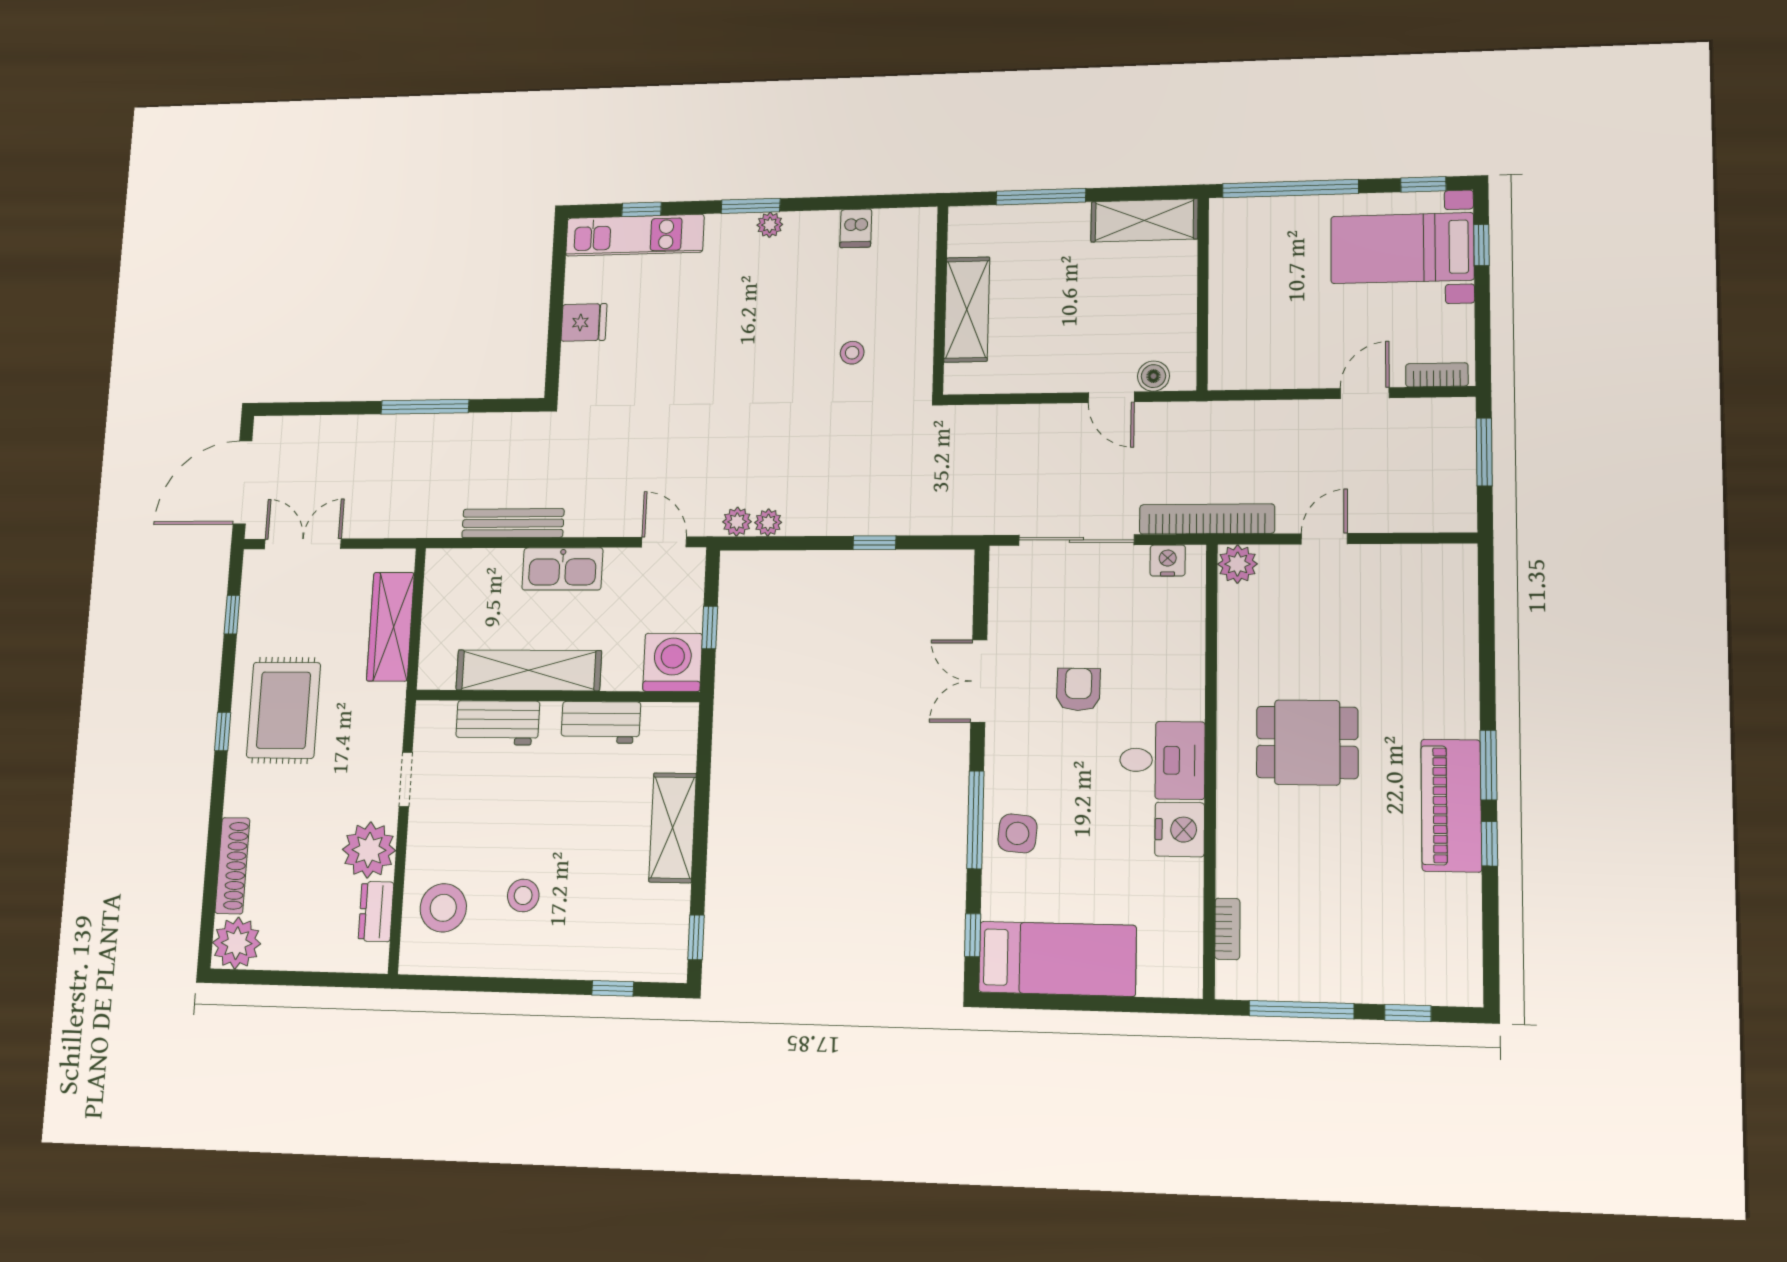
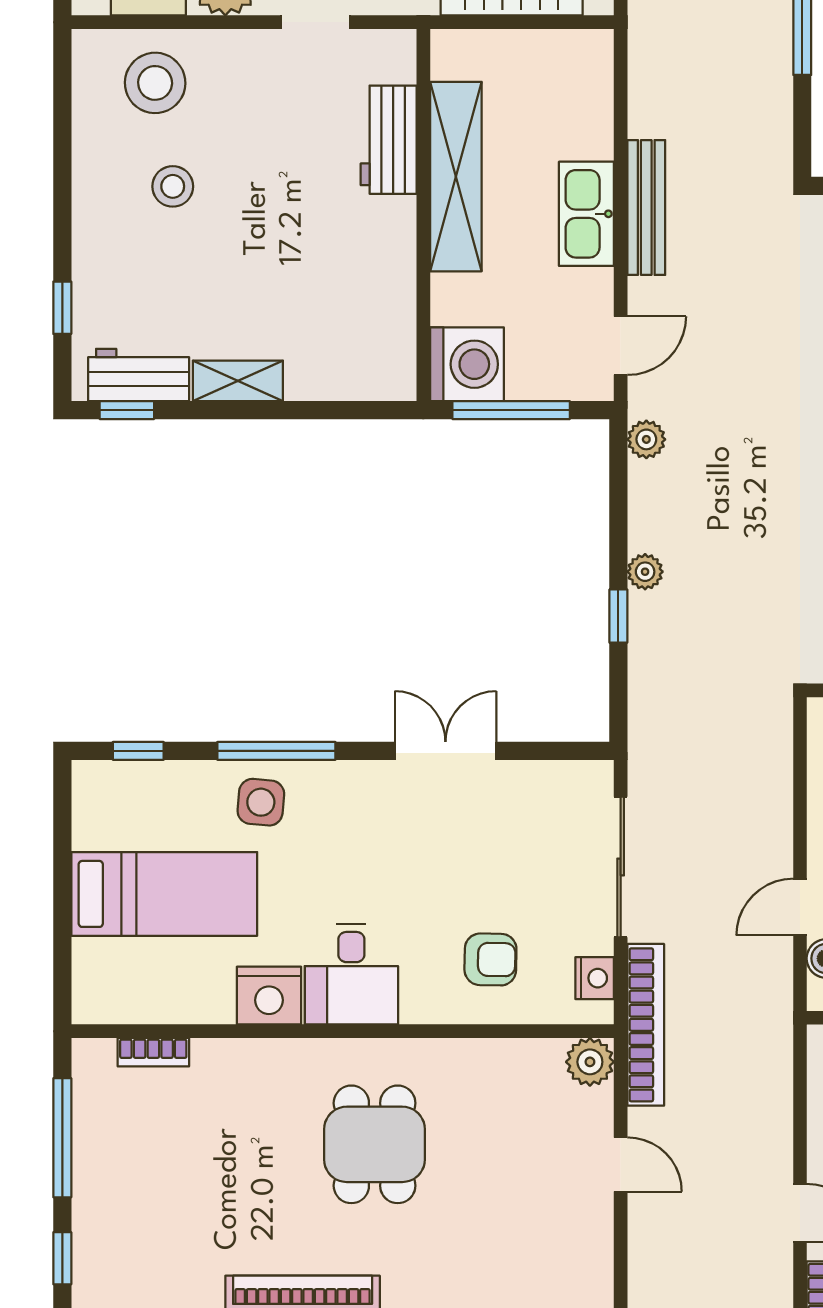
plant: (768, 522) -> (645, 572), moved
bench: (513, 523) -> (646, 207), moved
window: (710, 628) -> (511, 410), width x2.17
armchair: (1078, 689) -> (490, 959), moved
workbench: (601, 722) -> (139, 375), moved, turned 90
shelving: (673, 828) -> (238, 381), width x0.67, depth x0.75
bed: (1057, 959) -> (164, 894), moved, turned -90

